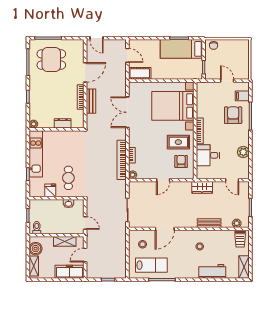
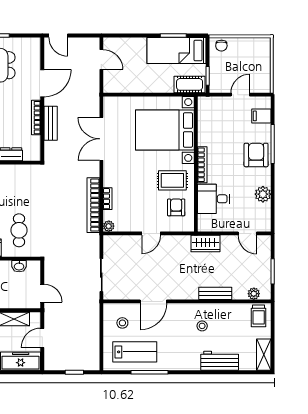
cot: (140, 73) -> (190, 84), moved
door: (227, 81) -> (240, 95), hinge flipped
armchair: (233, 115) -> (256, 155), moved

